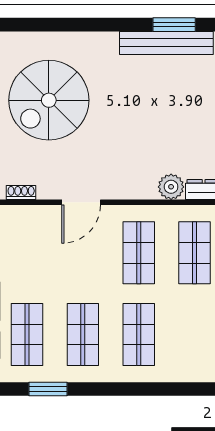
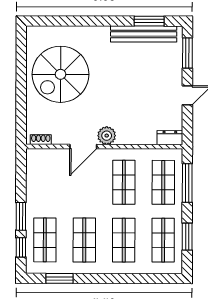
plant: (171, 187) -> (107, 136), moved
shop shelf: (194, 335) -> (163, 240), added

